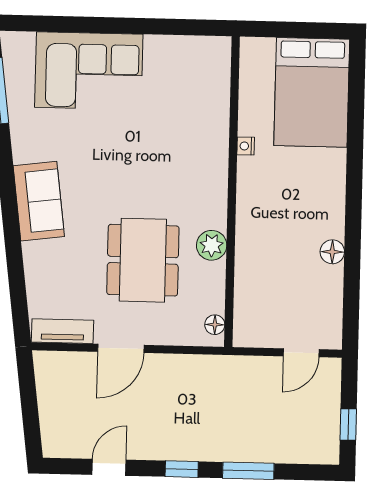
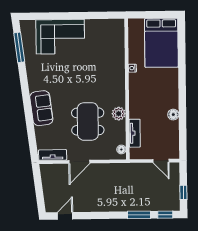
sofa: (39, 201) -> (41, 108), moved
tv unit: (246, 290) -> (135, 133), added
door: (301, 353) -> (161, 161), hinge flipped
door: (109, 467) -> (65, 216), moved
window: (182, 469) -> (165, 215), moved

